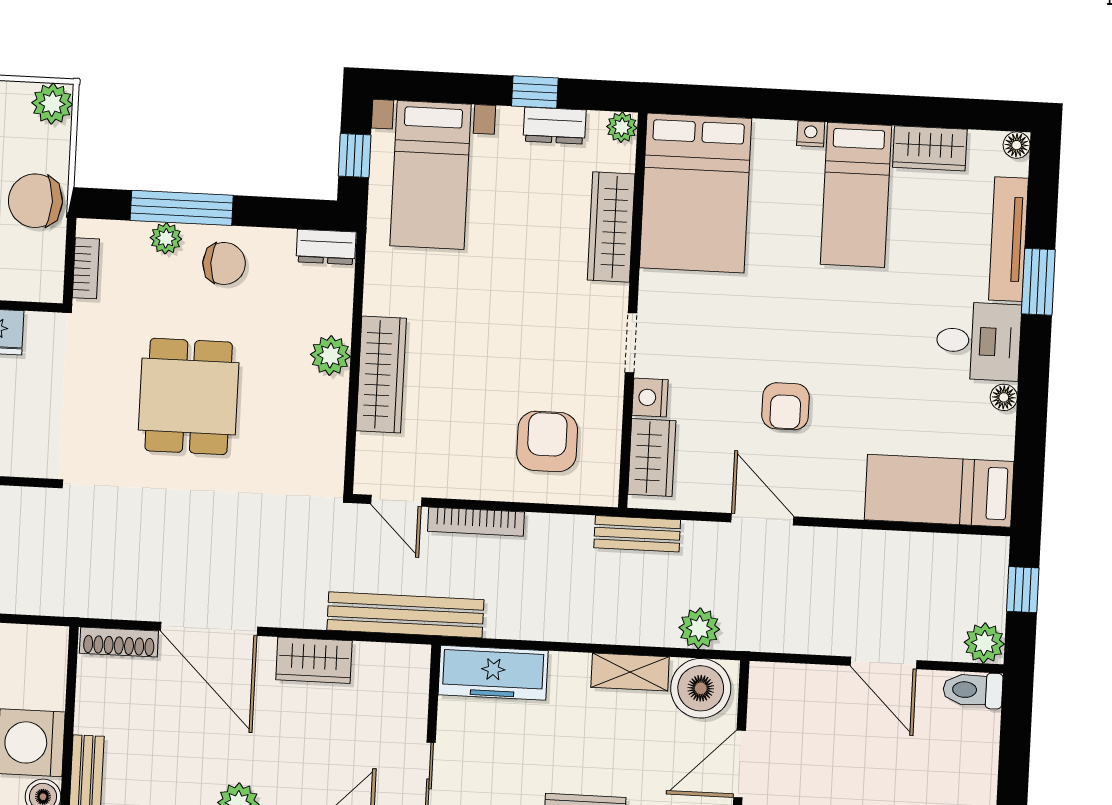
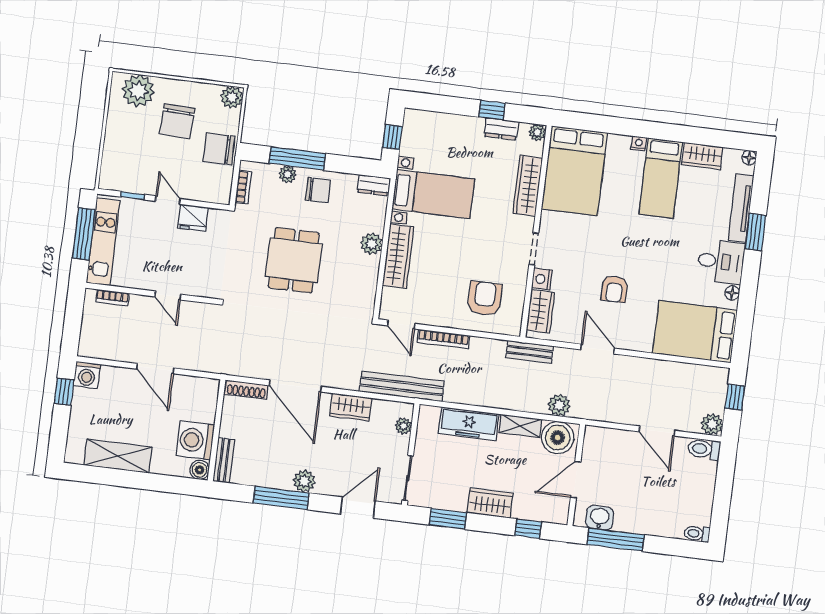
bed with nightstands: (431, 175) -> (433, 194), moved, turned -90
bed: (939, 491) -> (695, 332), width x1.50
freezer: (493, 673) -> (469, 424), moved
plant: (414, 688) -> (404, 426), added

